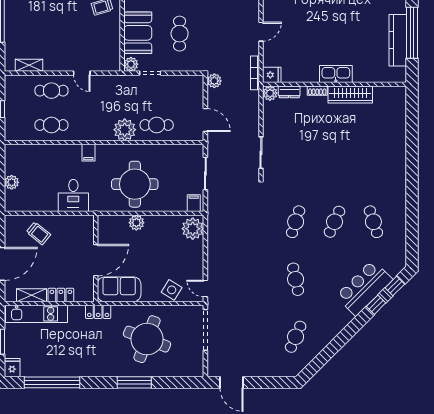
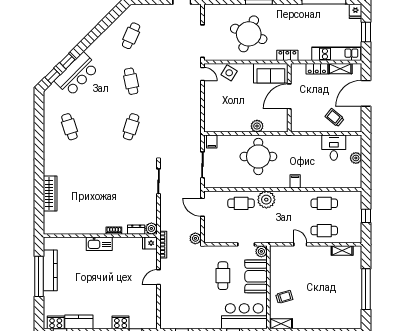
wardrobe: (350, 94) -> (50, 194), moved, turned 90
desk: (73, 195) -> (334, 148), moved
cafe table: (335, 222) -> (100, 127), removed
plant: (193, 229) -> (212, 121), removed

